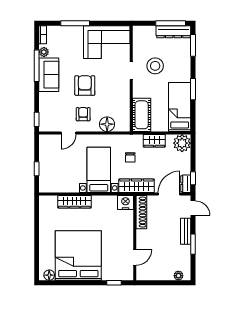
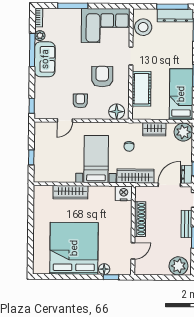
stool: (155, 66) -> (143, 27), moved
armchair: (85, 86) -> (102, 77), moved
cot: (142, 115) -> (141, 89), moved
floor lamp: (107, 124) -> (117, 112), moved
shoe rack: (141, 212) -> (140, 219), moved
floor lamp: (49, 275) -> (104, 269), moved
plant: (178, 276) -> (178, 266), width x1.87, depth x1.87

